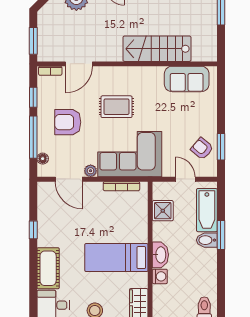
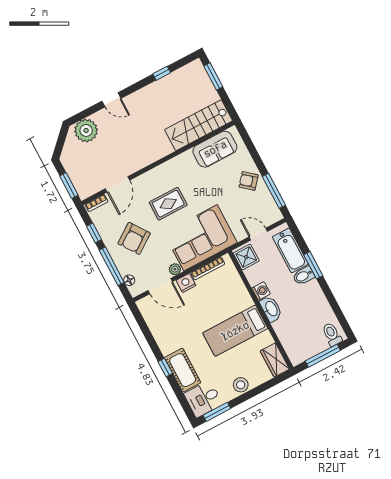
stairs: (157, 49) -> (199, 125), moved
armchair: (68, 122) -> (134, 238), turned -35
window: (221, 147) -> (274, 191), width x1.44
armchair: (202, 149) -> (249, 181), moved
nightstand: (94, 189) -> (186, 283), added
shower: (163, 211) -> (246, 257), moved
window: (33, 230) -> (165, 368), moved
washing machine: (160, 276) -> (261, 291), moved

